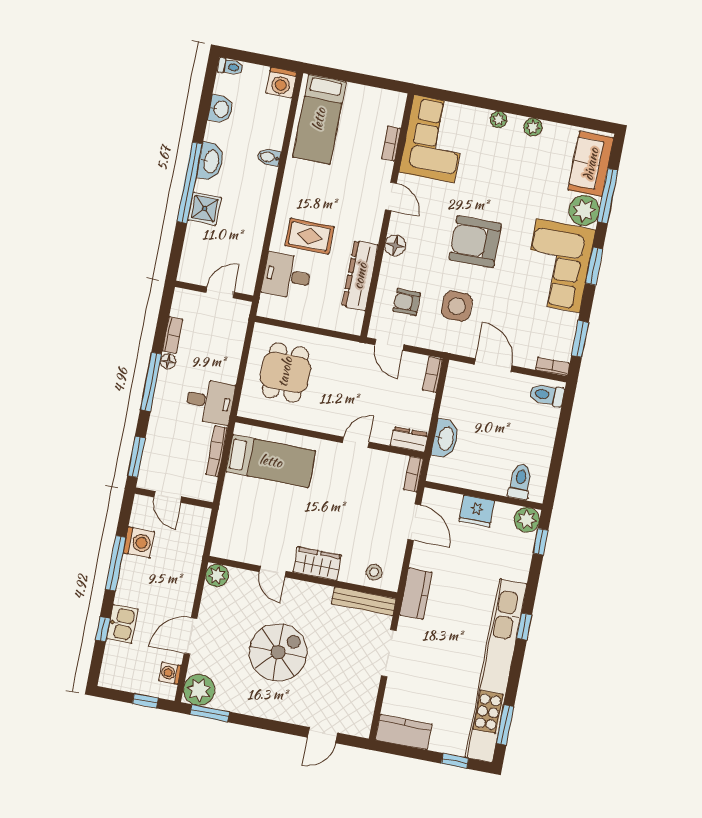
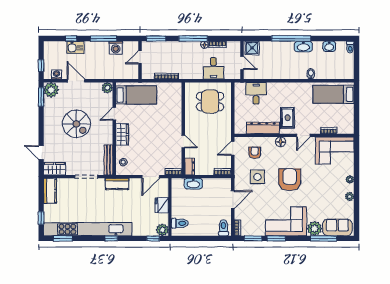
washing machine: (281, 82) -> (347, 73), removed
shower: (205, 209) -> (252, 48), moved
rug: (309, 236) -> (288, 118), moved
window: (594, 266) -> (276, 238), moved
desk: (210, 402) -> (213, 68), moved
bed: (271, 461) -> (136, 95), moved, turned -90
wardrobe: (360, 714) -> (54, 169), added

